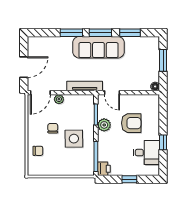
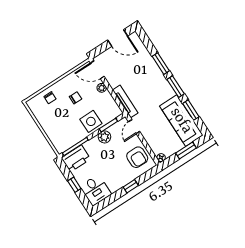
sofa: (98, 47) -> (181, 121), moved
door: (24, 67) -> (118, 38), moved
armchair: (131, 123) -> (137, 157), moved
side table: (74, 139) -> (91, 121), moved
window: (163, 142) -> (131, 186), moved
desk: (146, 153) -> (96, 190), moved
printer: (104, 169) -> (76, 158), width x1.87, depth x1.48

